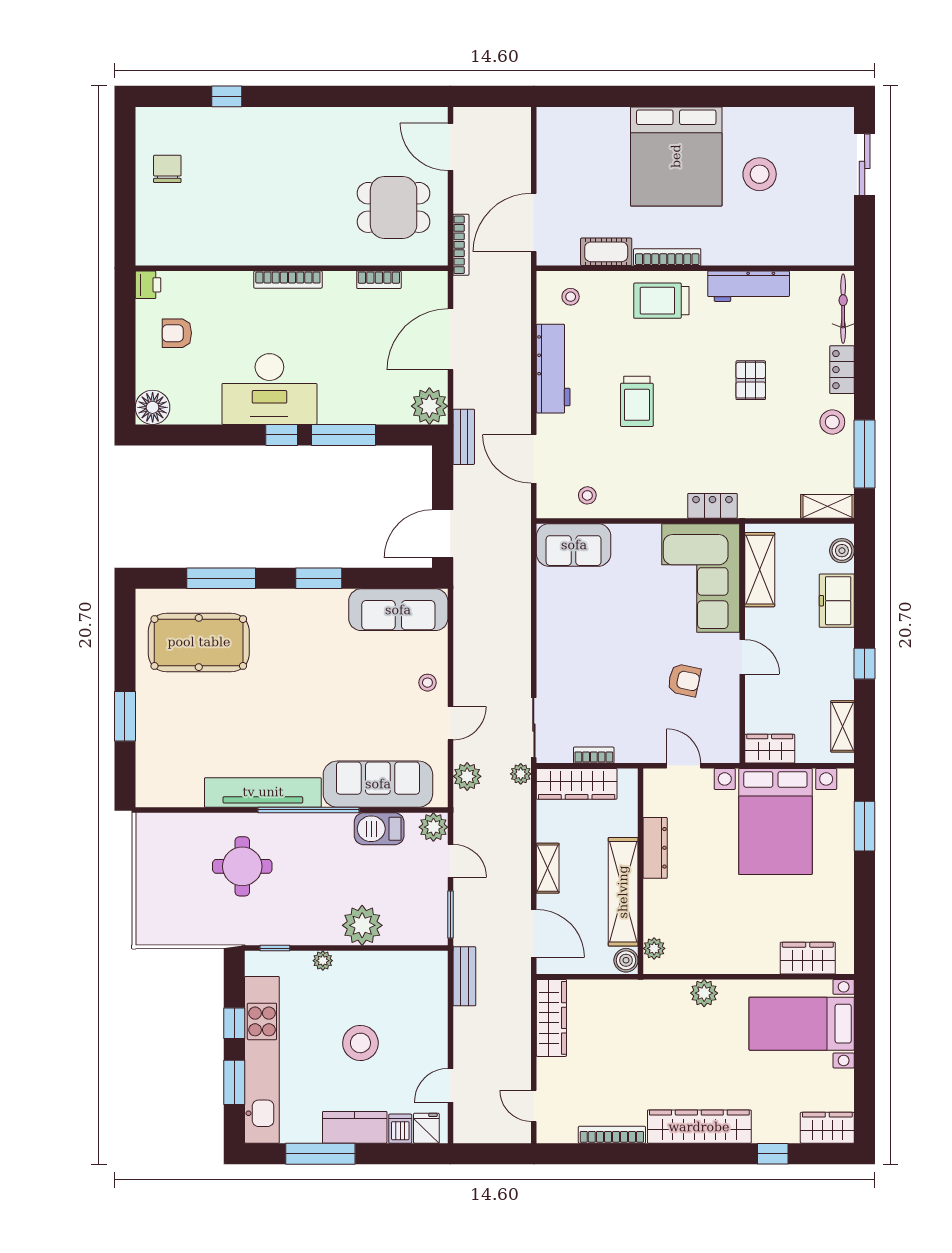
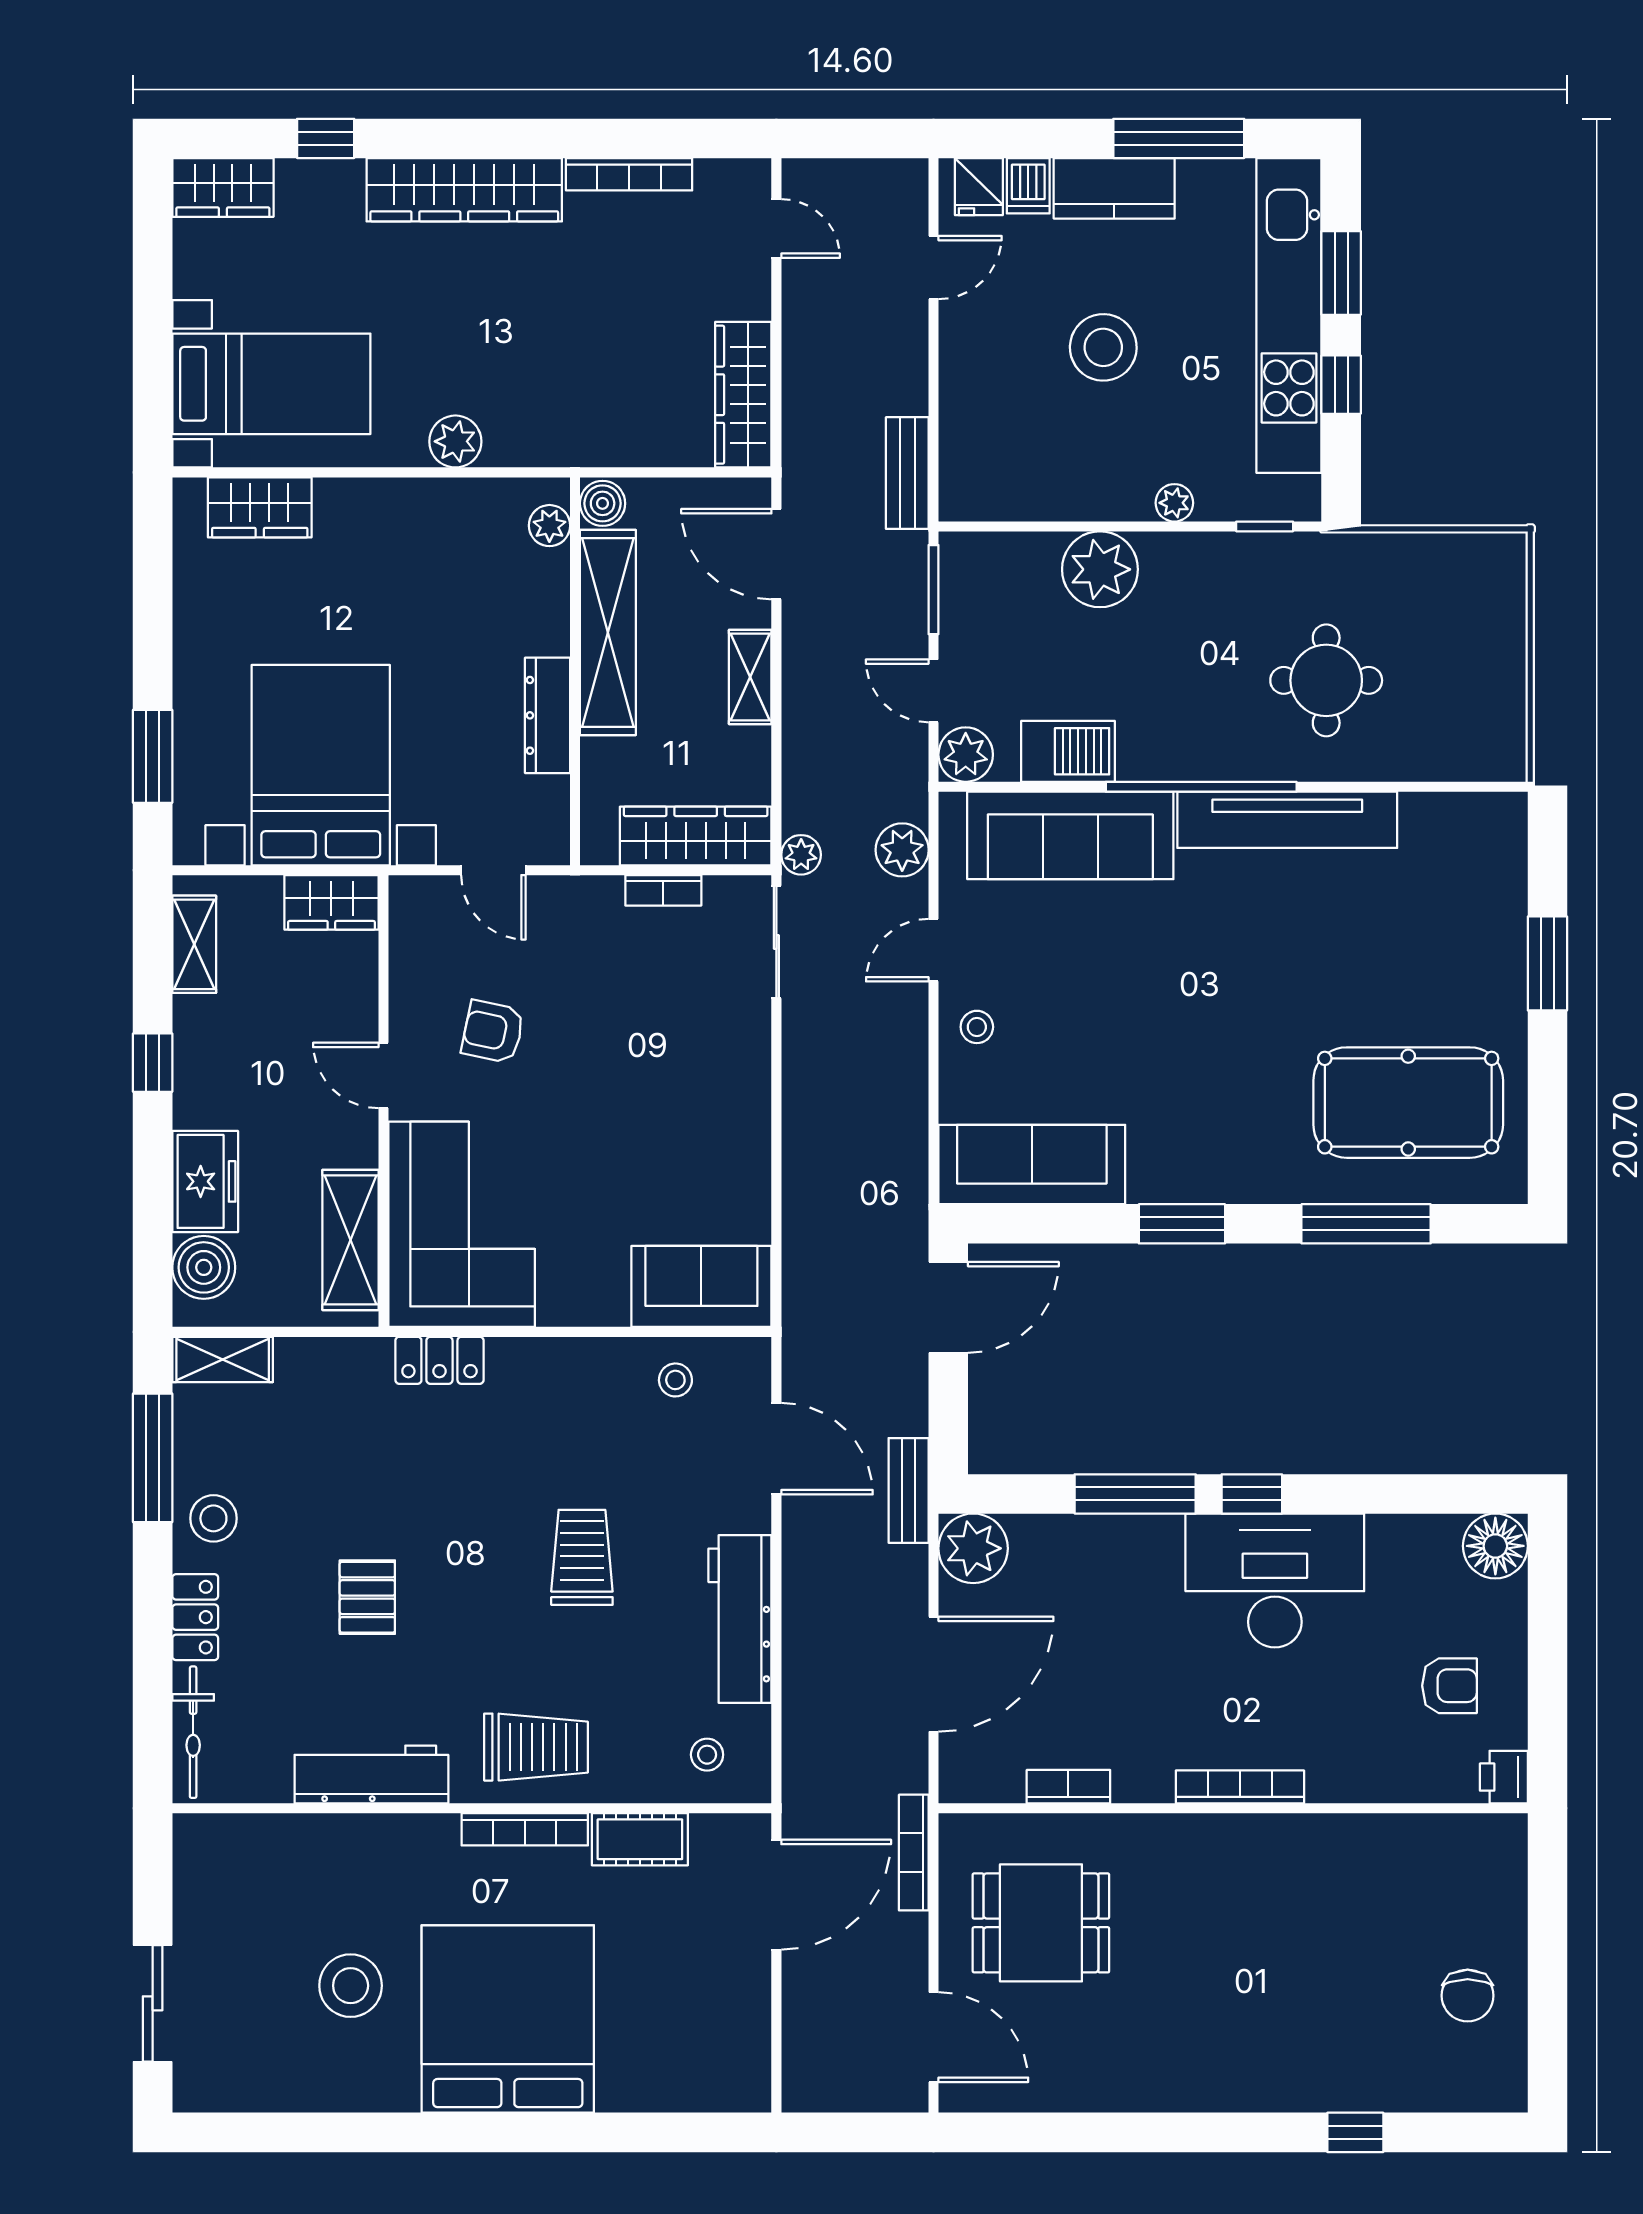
boiler: (842, 551) -> (204, 1267), width x1.36, depth x1.36

